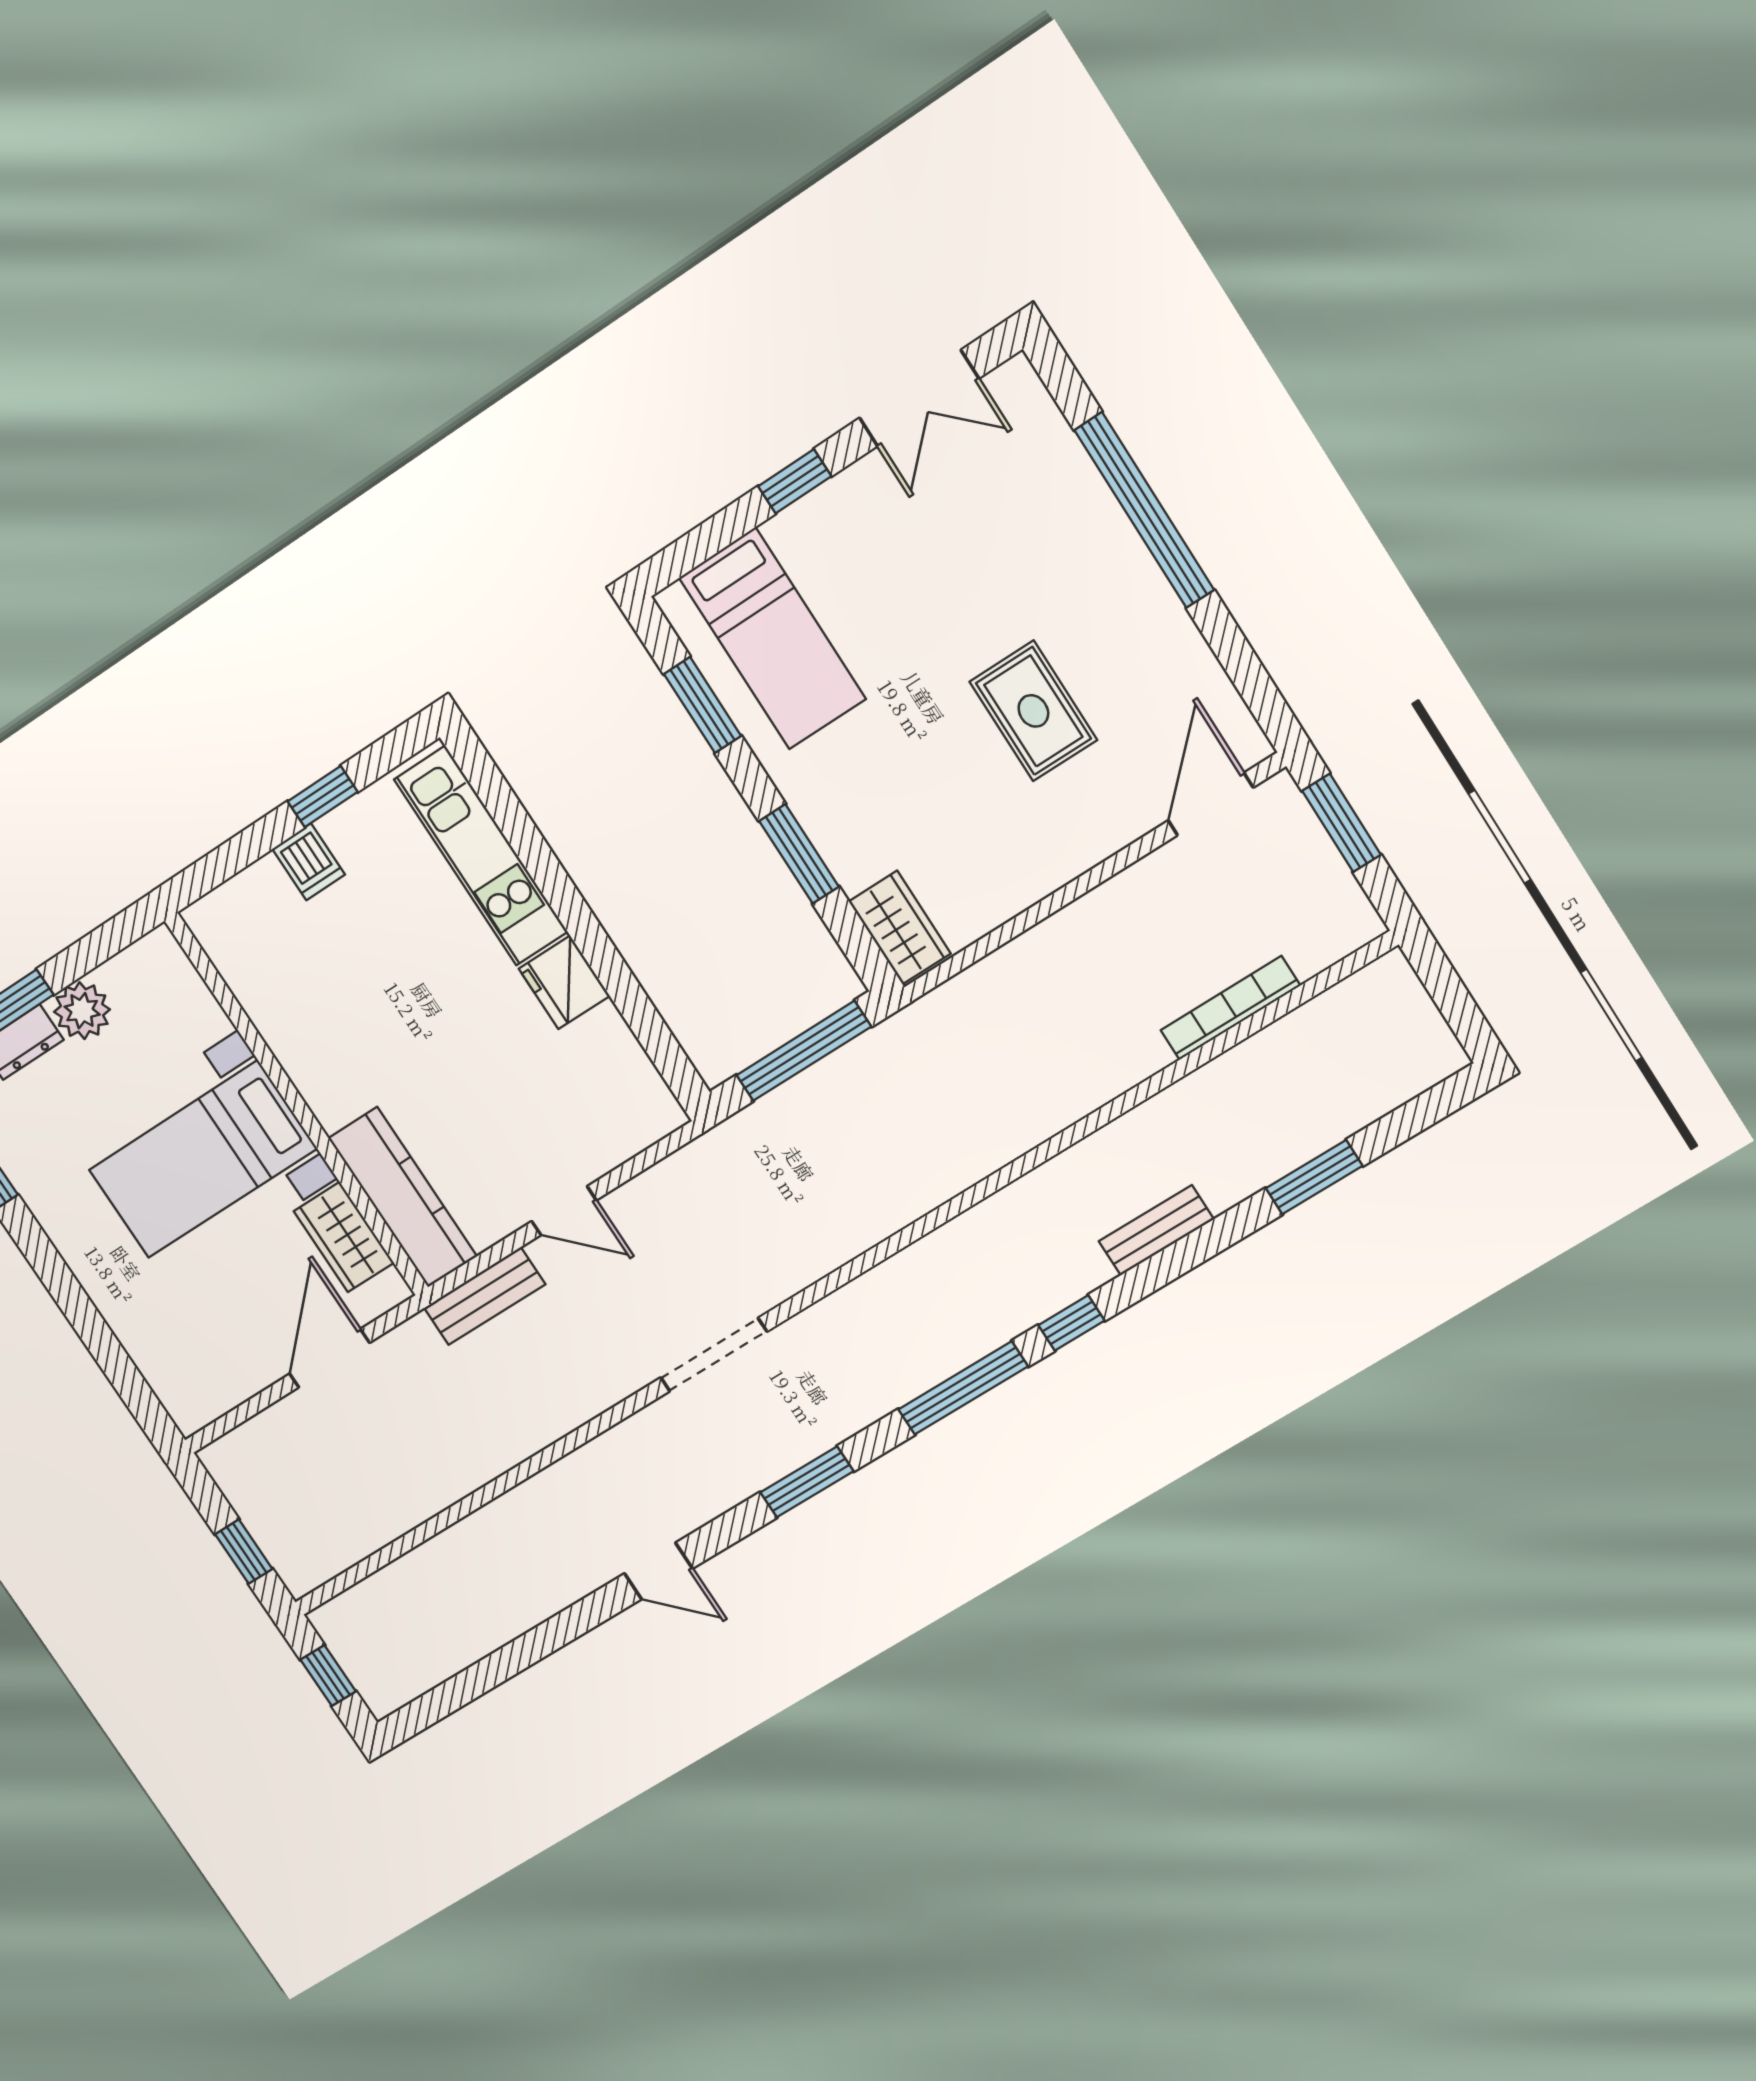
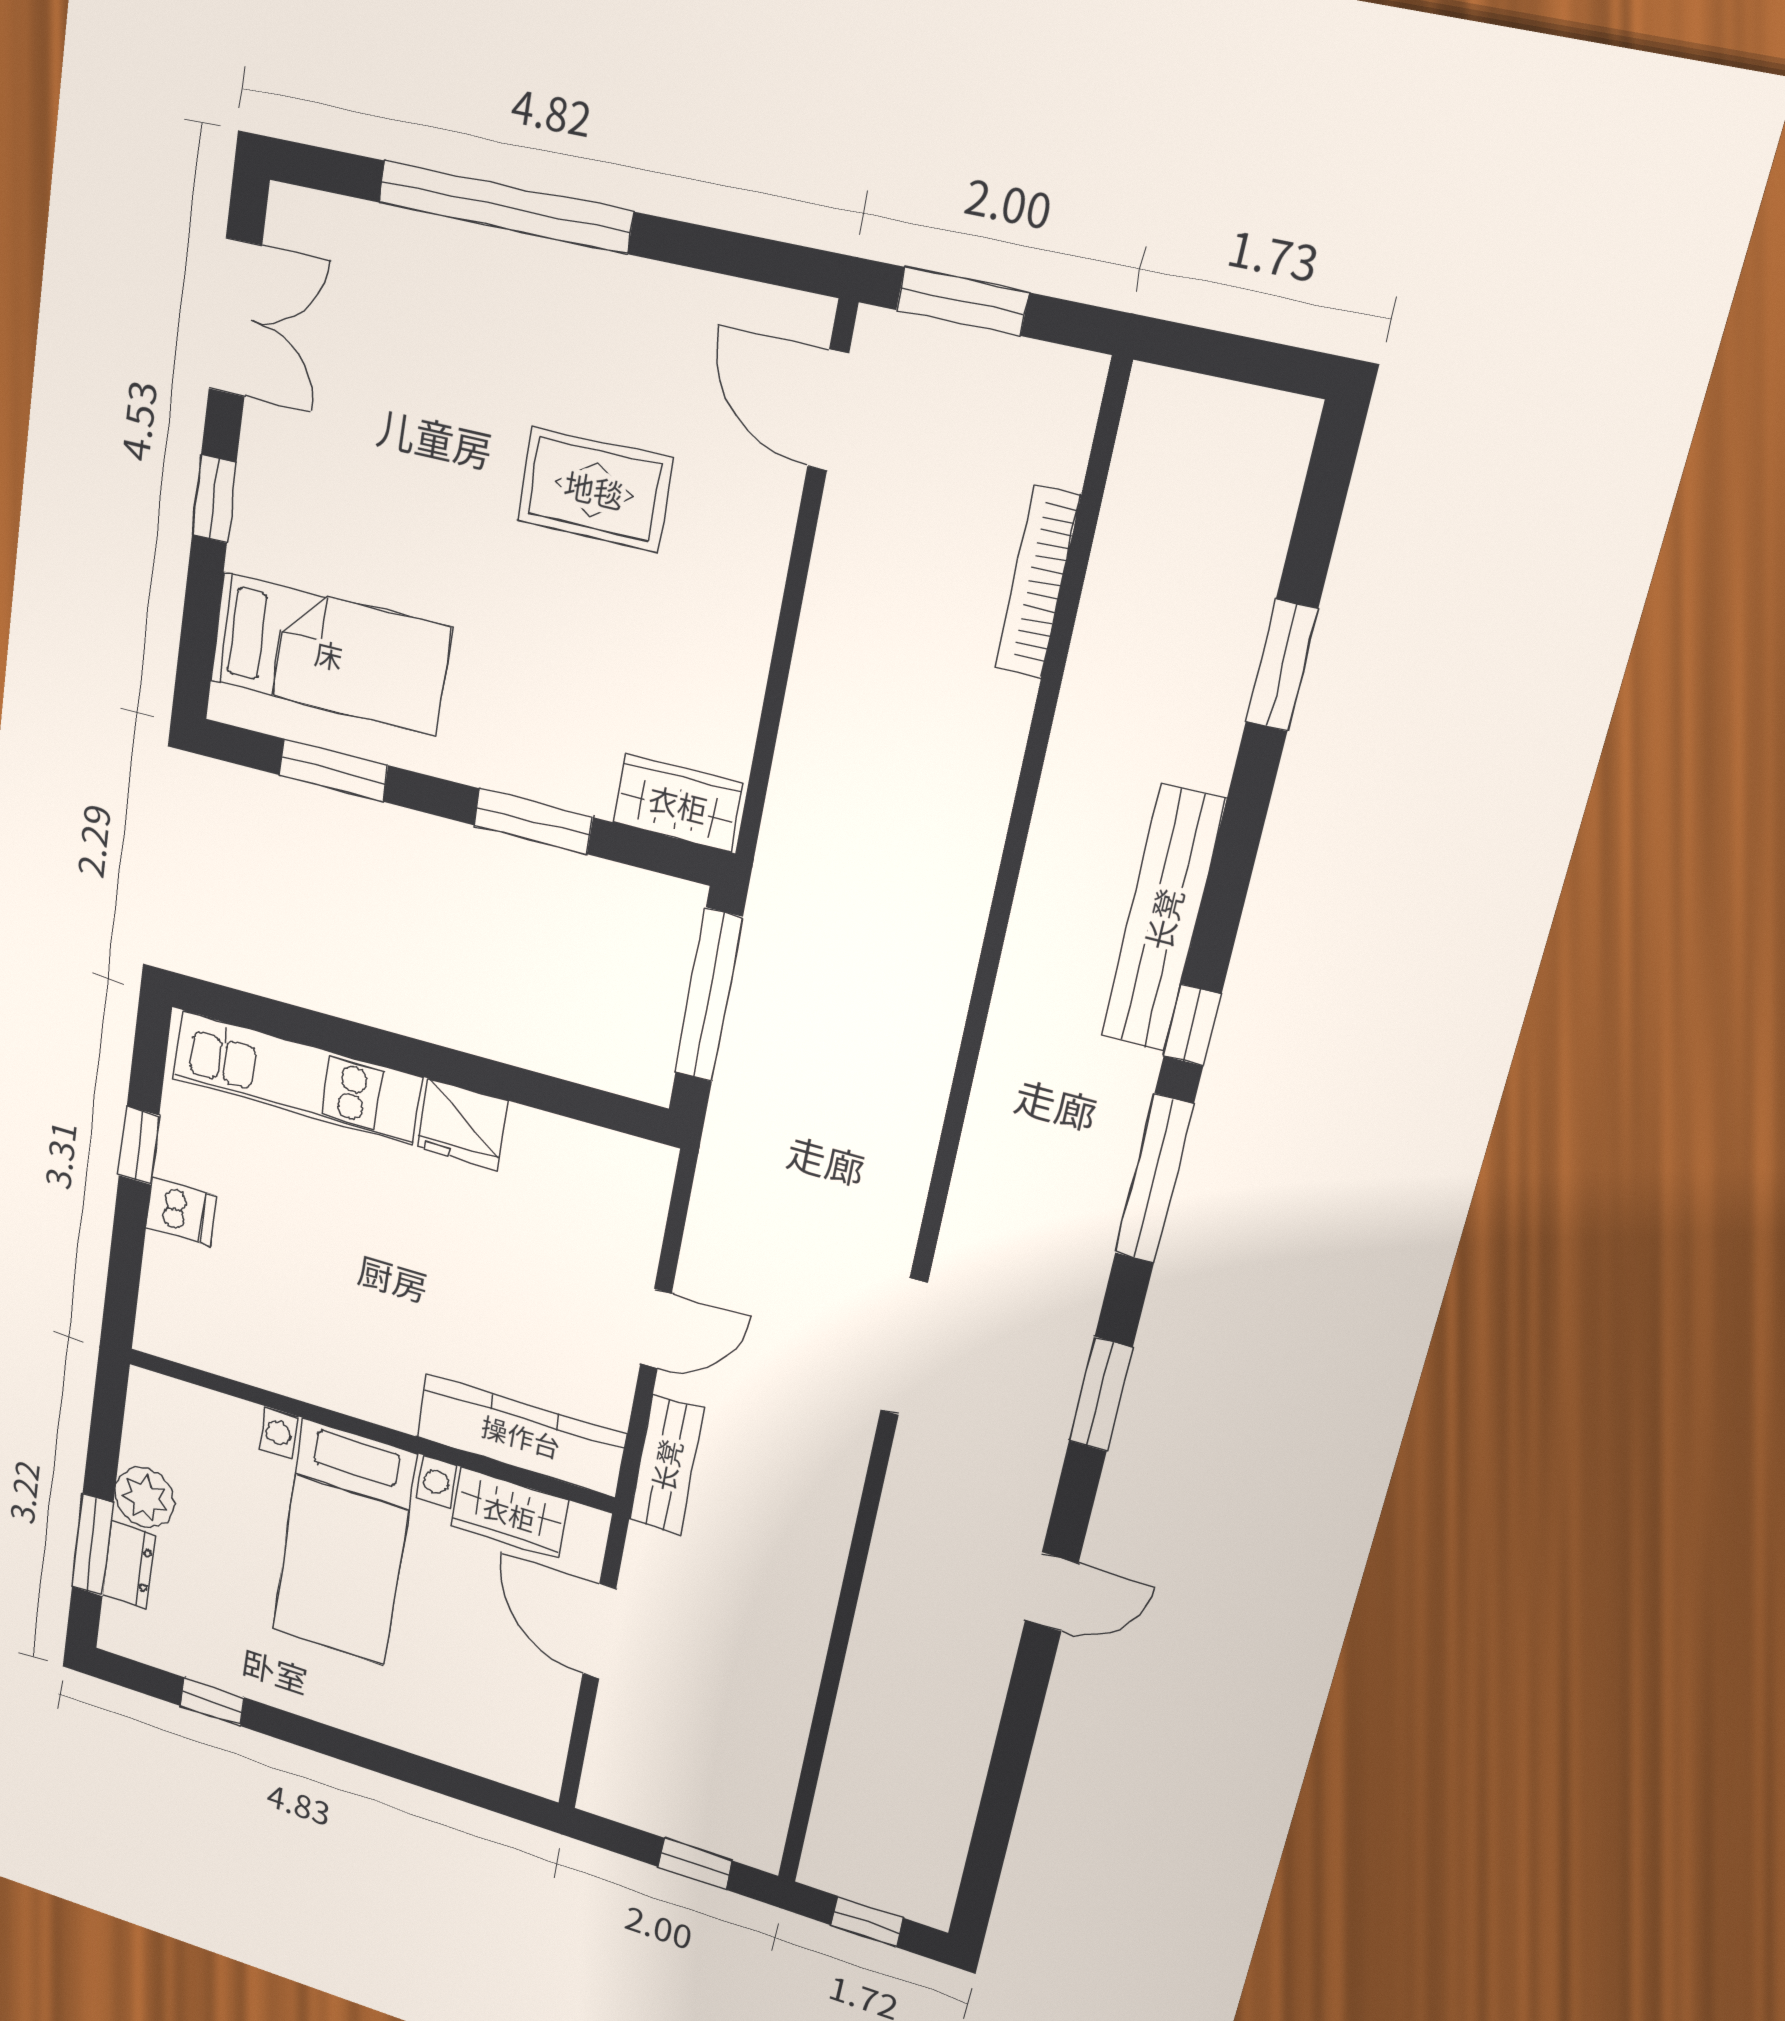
bench: (1156, 1230) -> (1163, 919), width x1.86, depth x1.21

